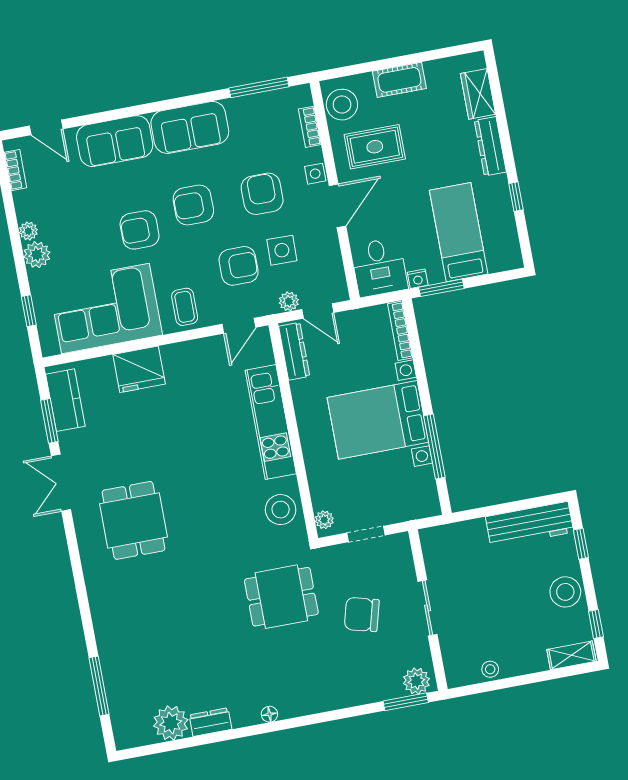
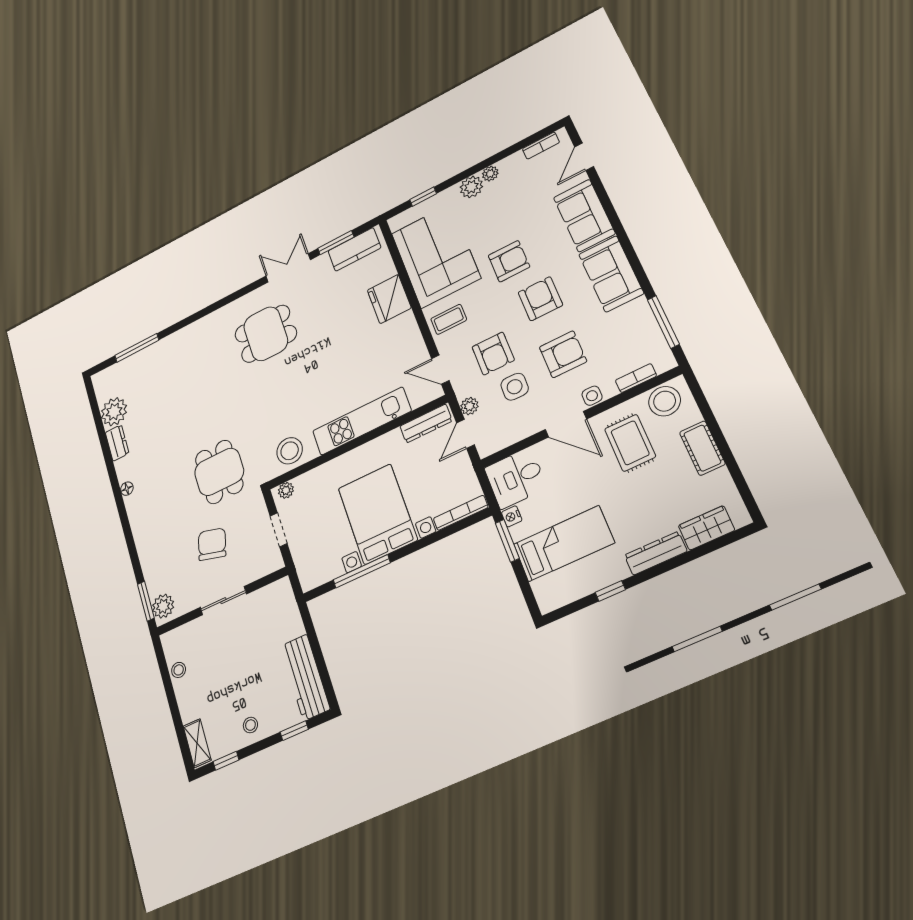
armchair: (140, 230) -> (509, 261), turned 90
stool: (565, 592) -> (250, 725), width x0.53, depth x0.53

